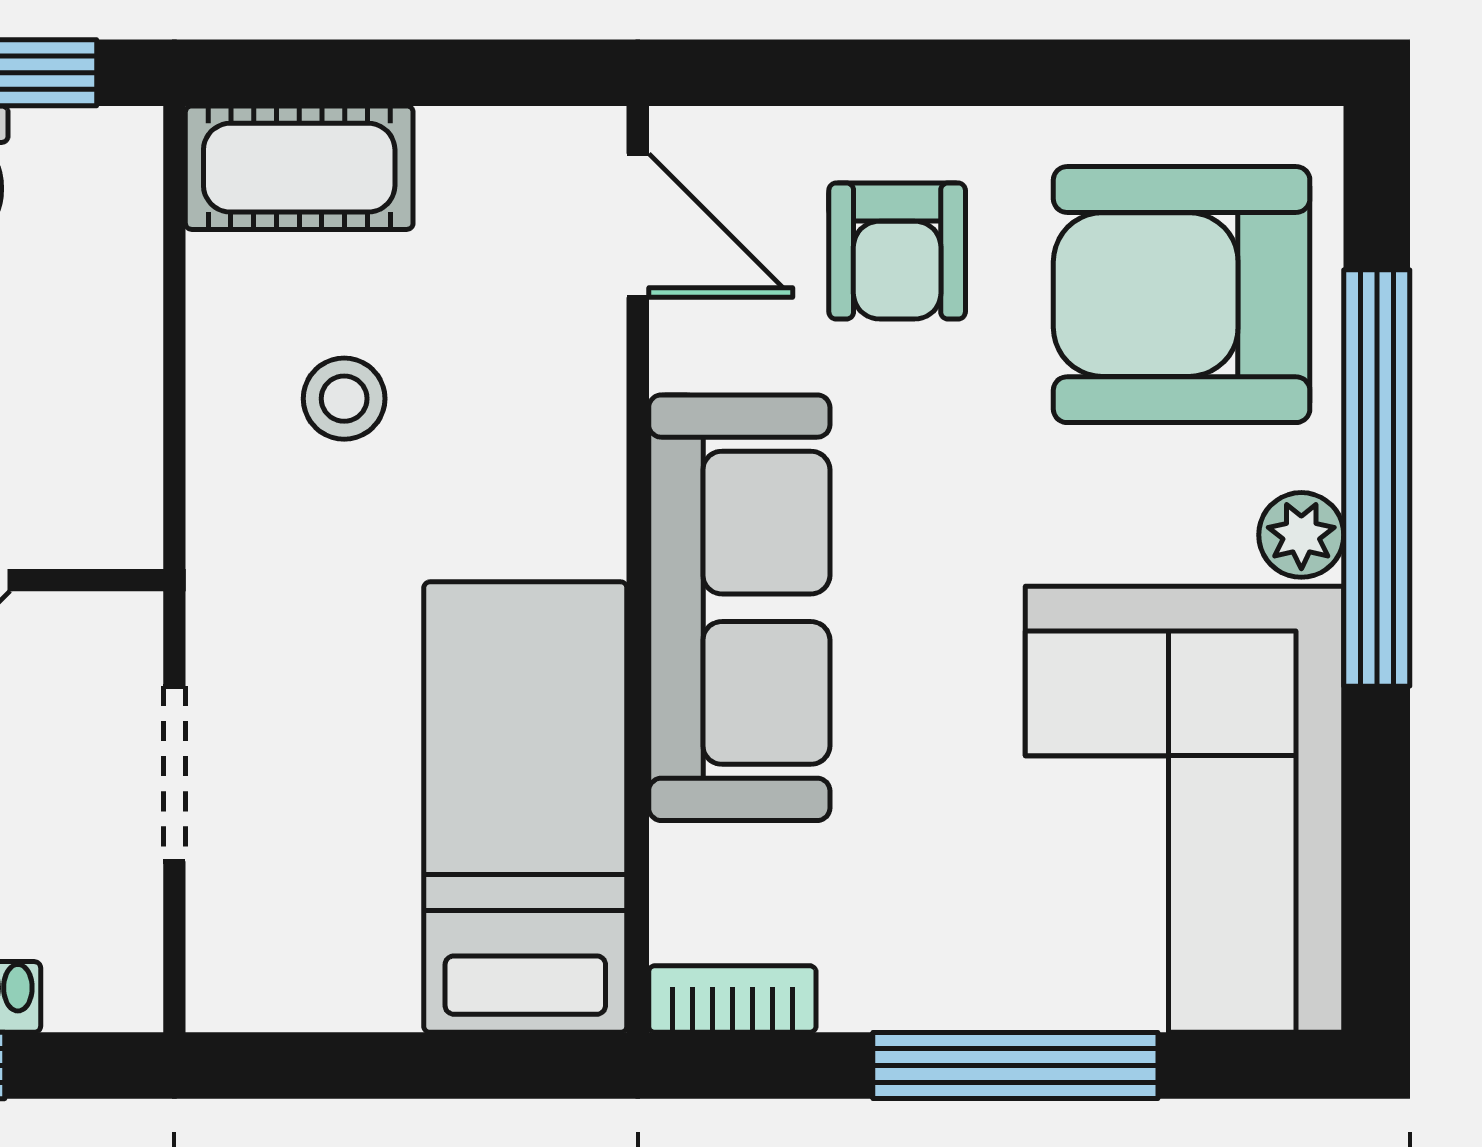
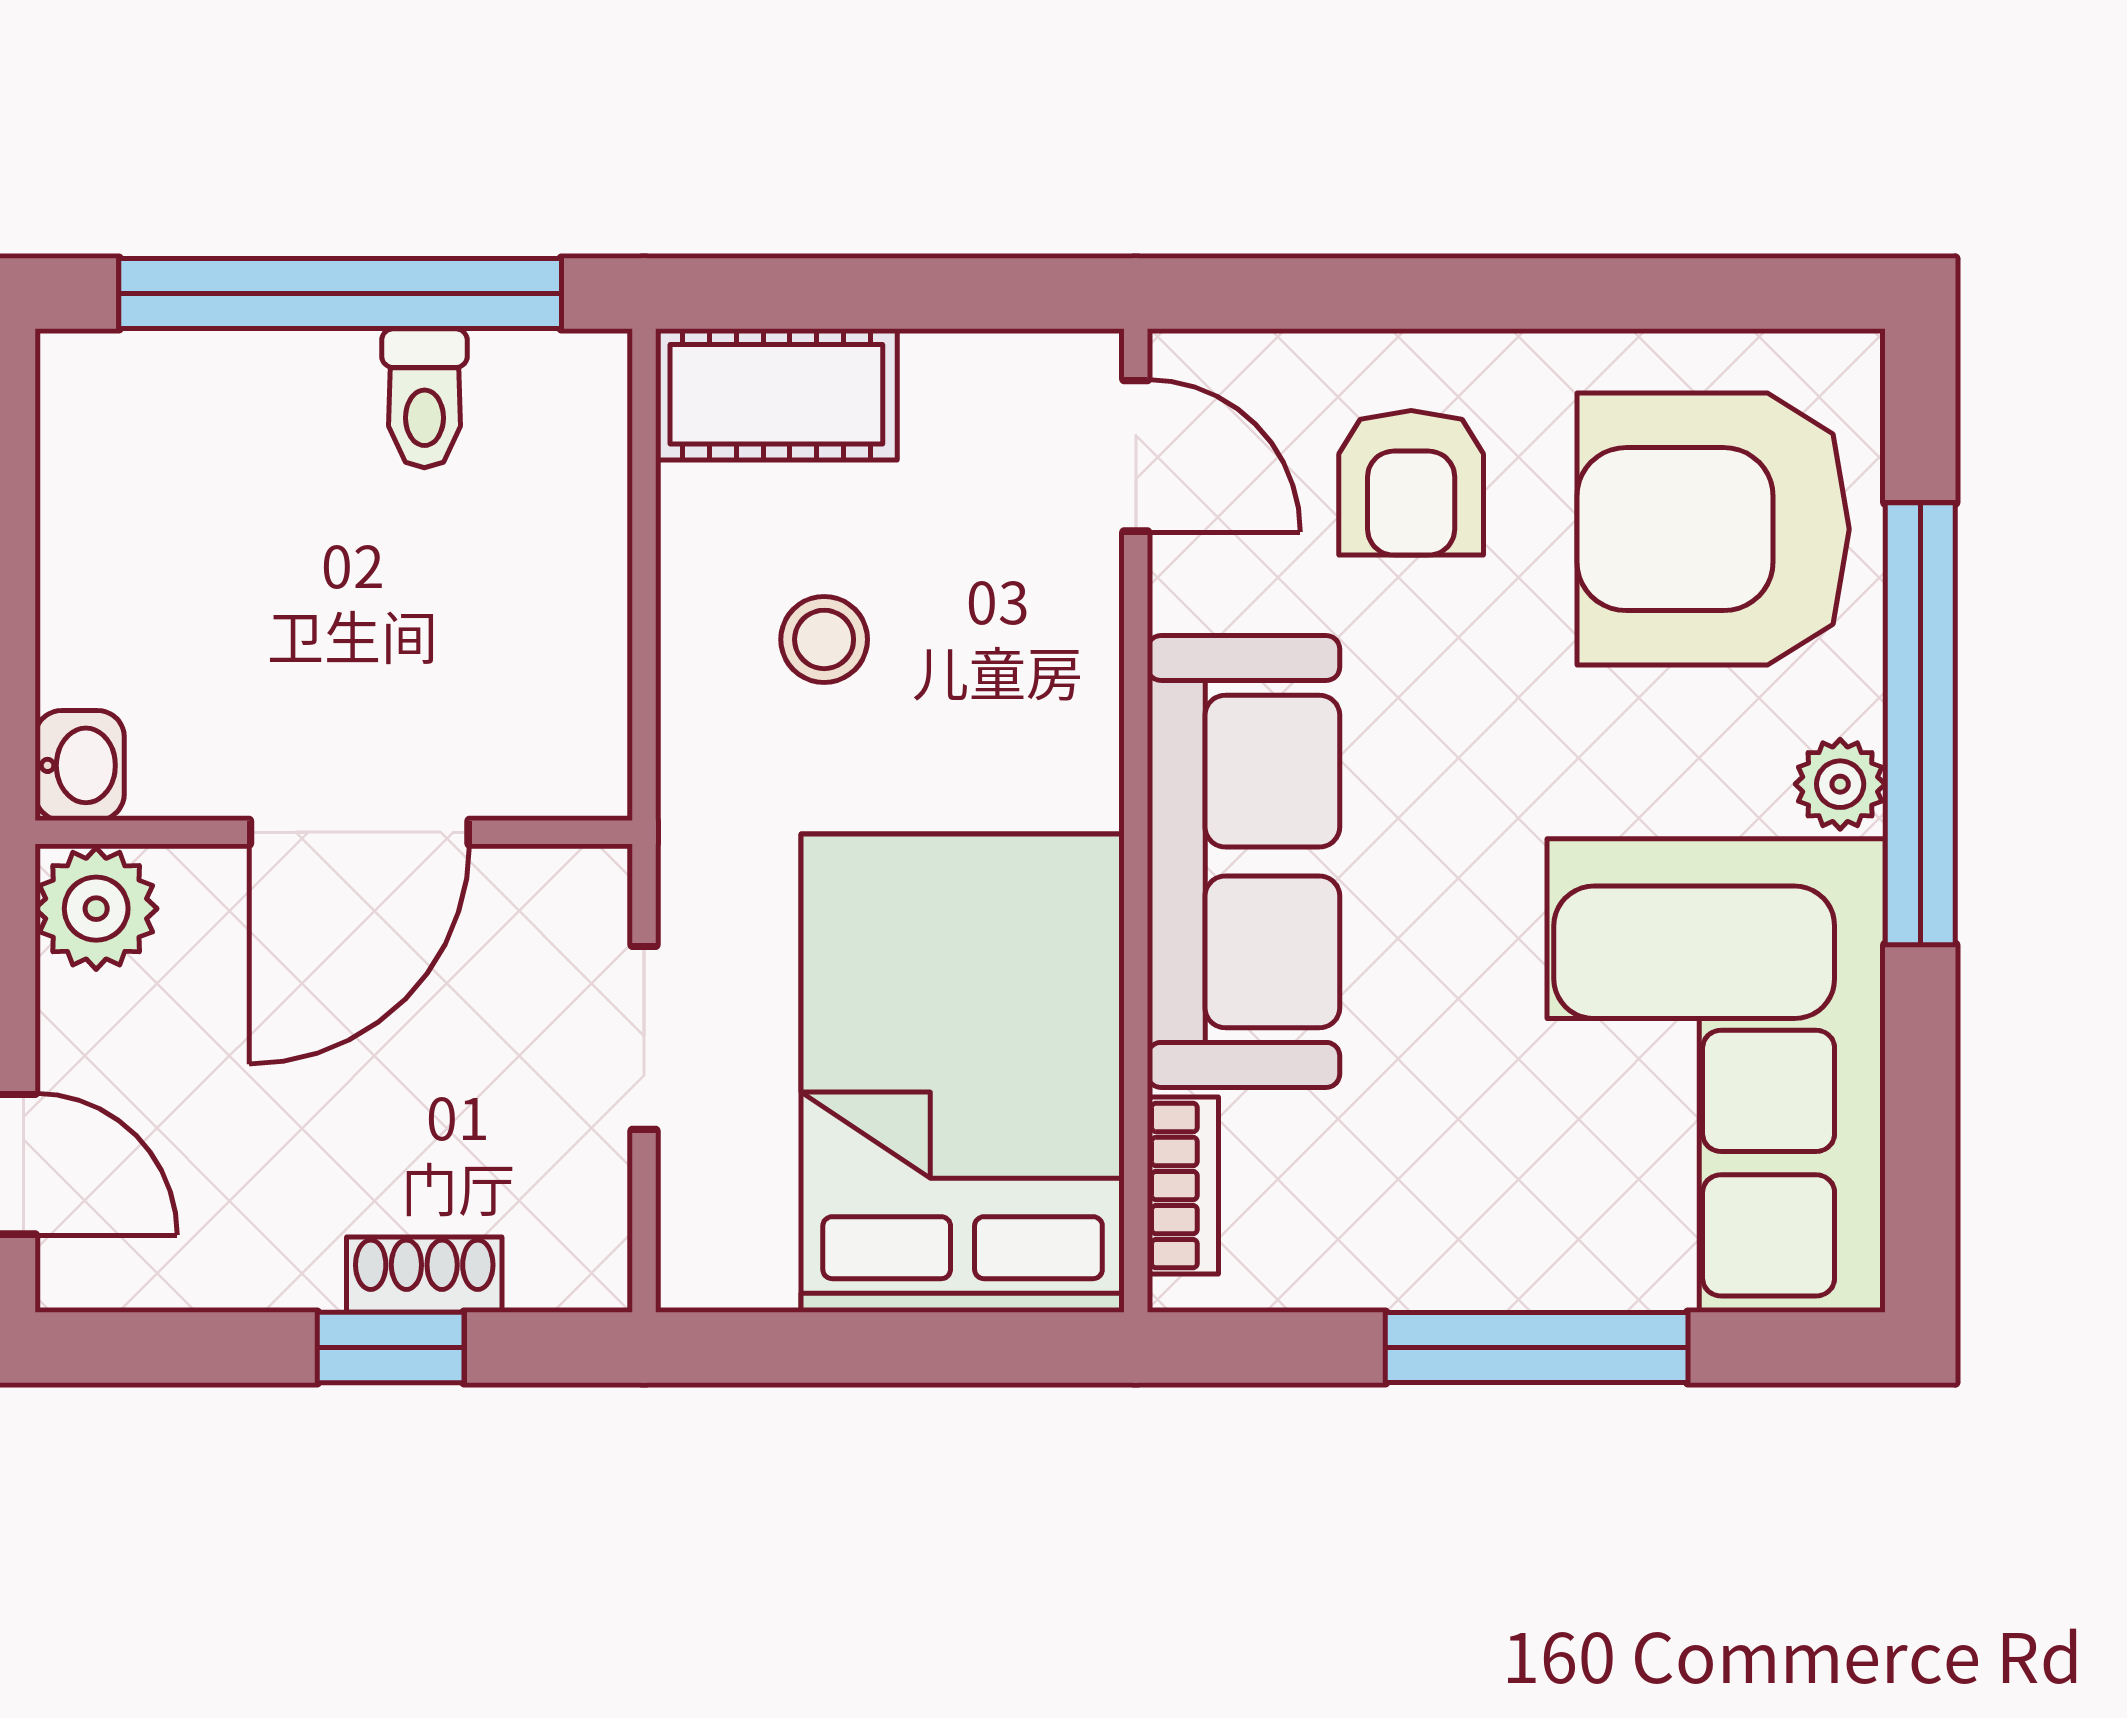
bed: (525, 807) -> (963, 1073), width x1.50
bookcase: (732, 999) -> (1183, 1186), moved, turned 90

